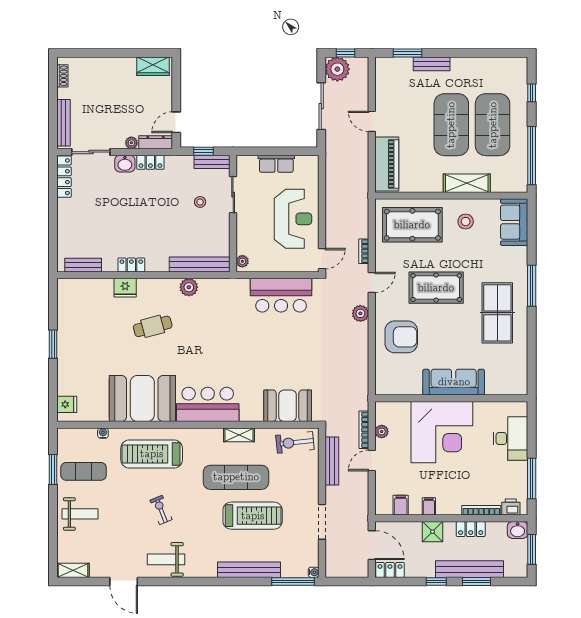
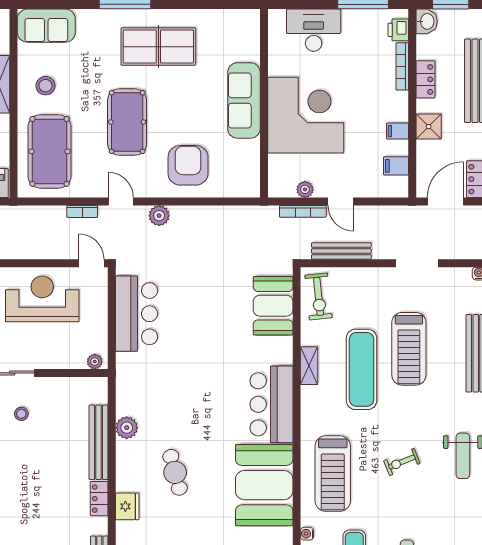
bench: (200, 264) -> (99, 442), moved
treadmill: (253, 516) -> (409, 349), turned 180

